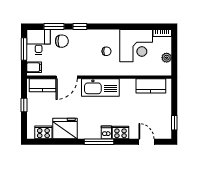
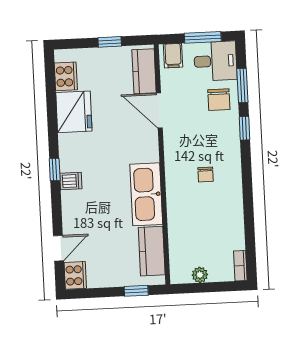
corner desk: (136, 46) -> (217, 223), removed
kitchen sink: (100, 87) -> (146, 194), moved
window: (174, 123) -> (136, 291), moved
cooker: (121, 133) -> (75, 275), moved
window: (99, 142) -> (55, 169), width x0.46

